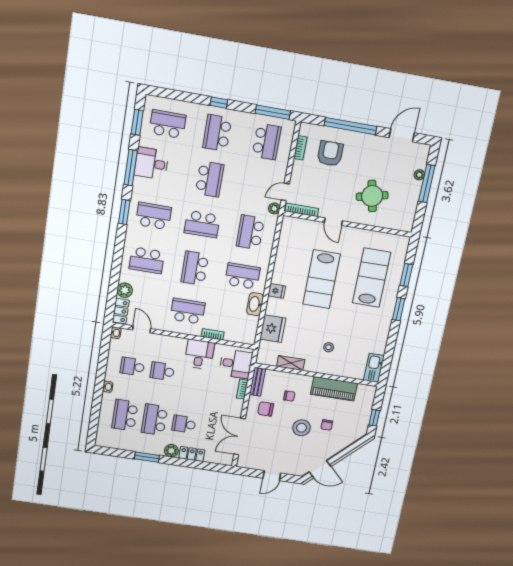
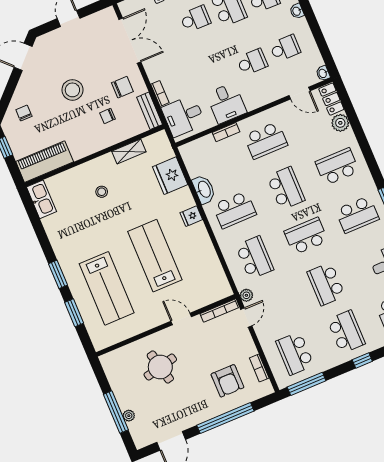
piano: (334, 389) -> (45, 162), moved
chair: (327, 425) -> (24, 113), moved

